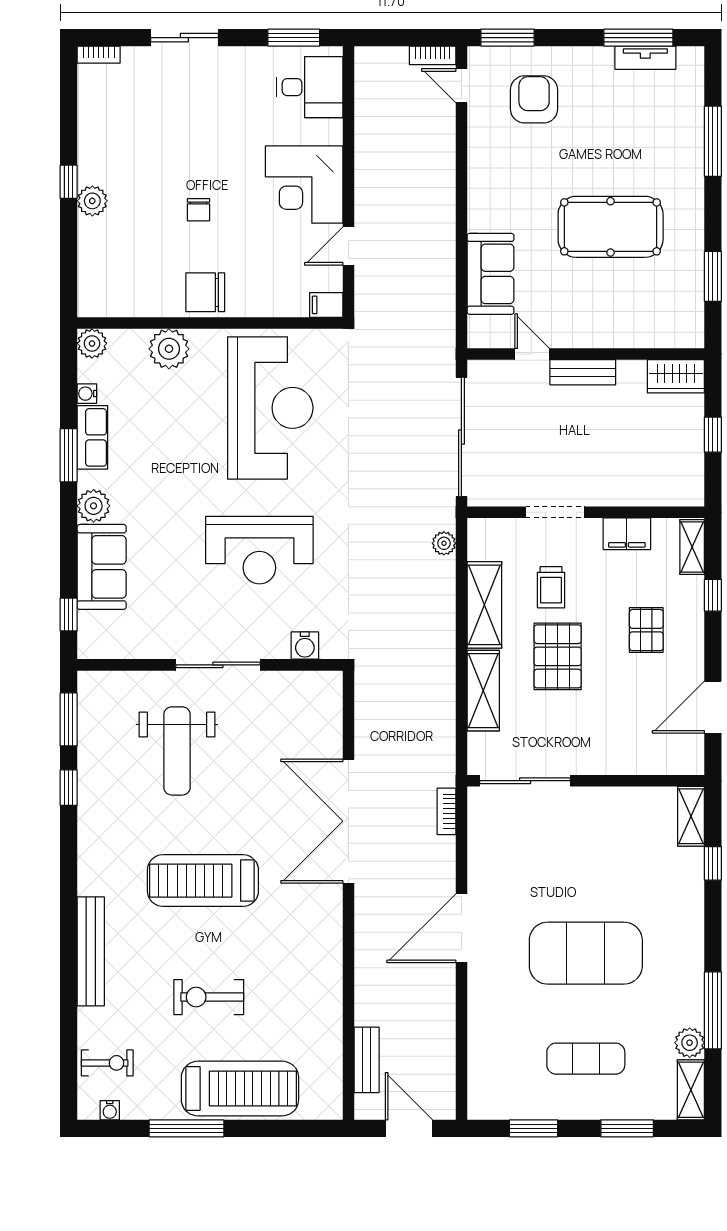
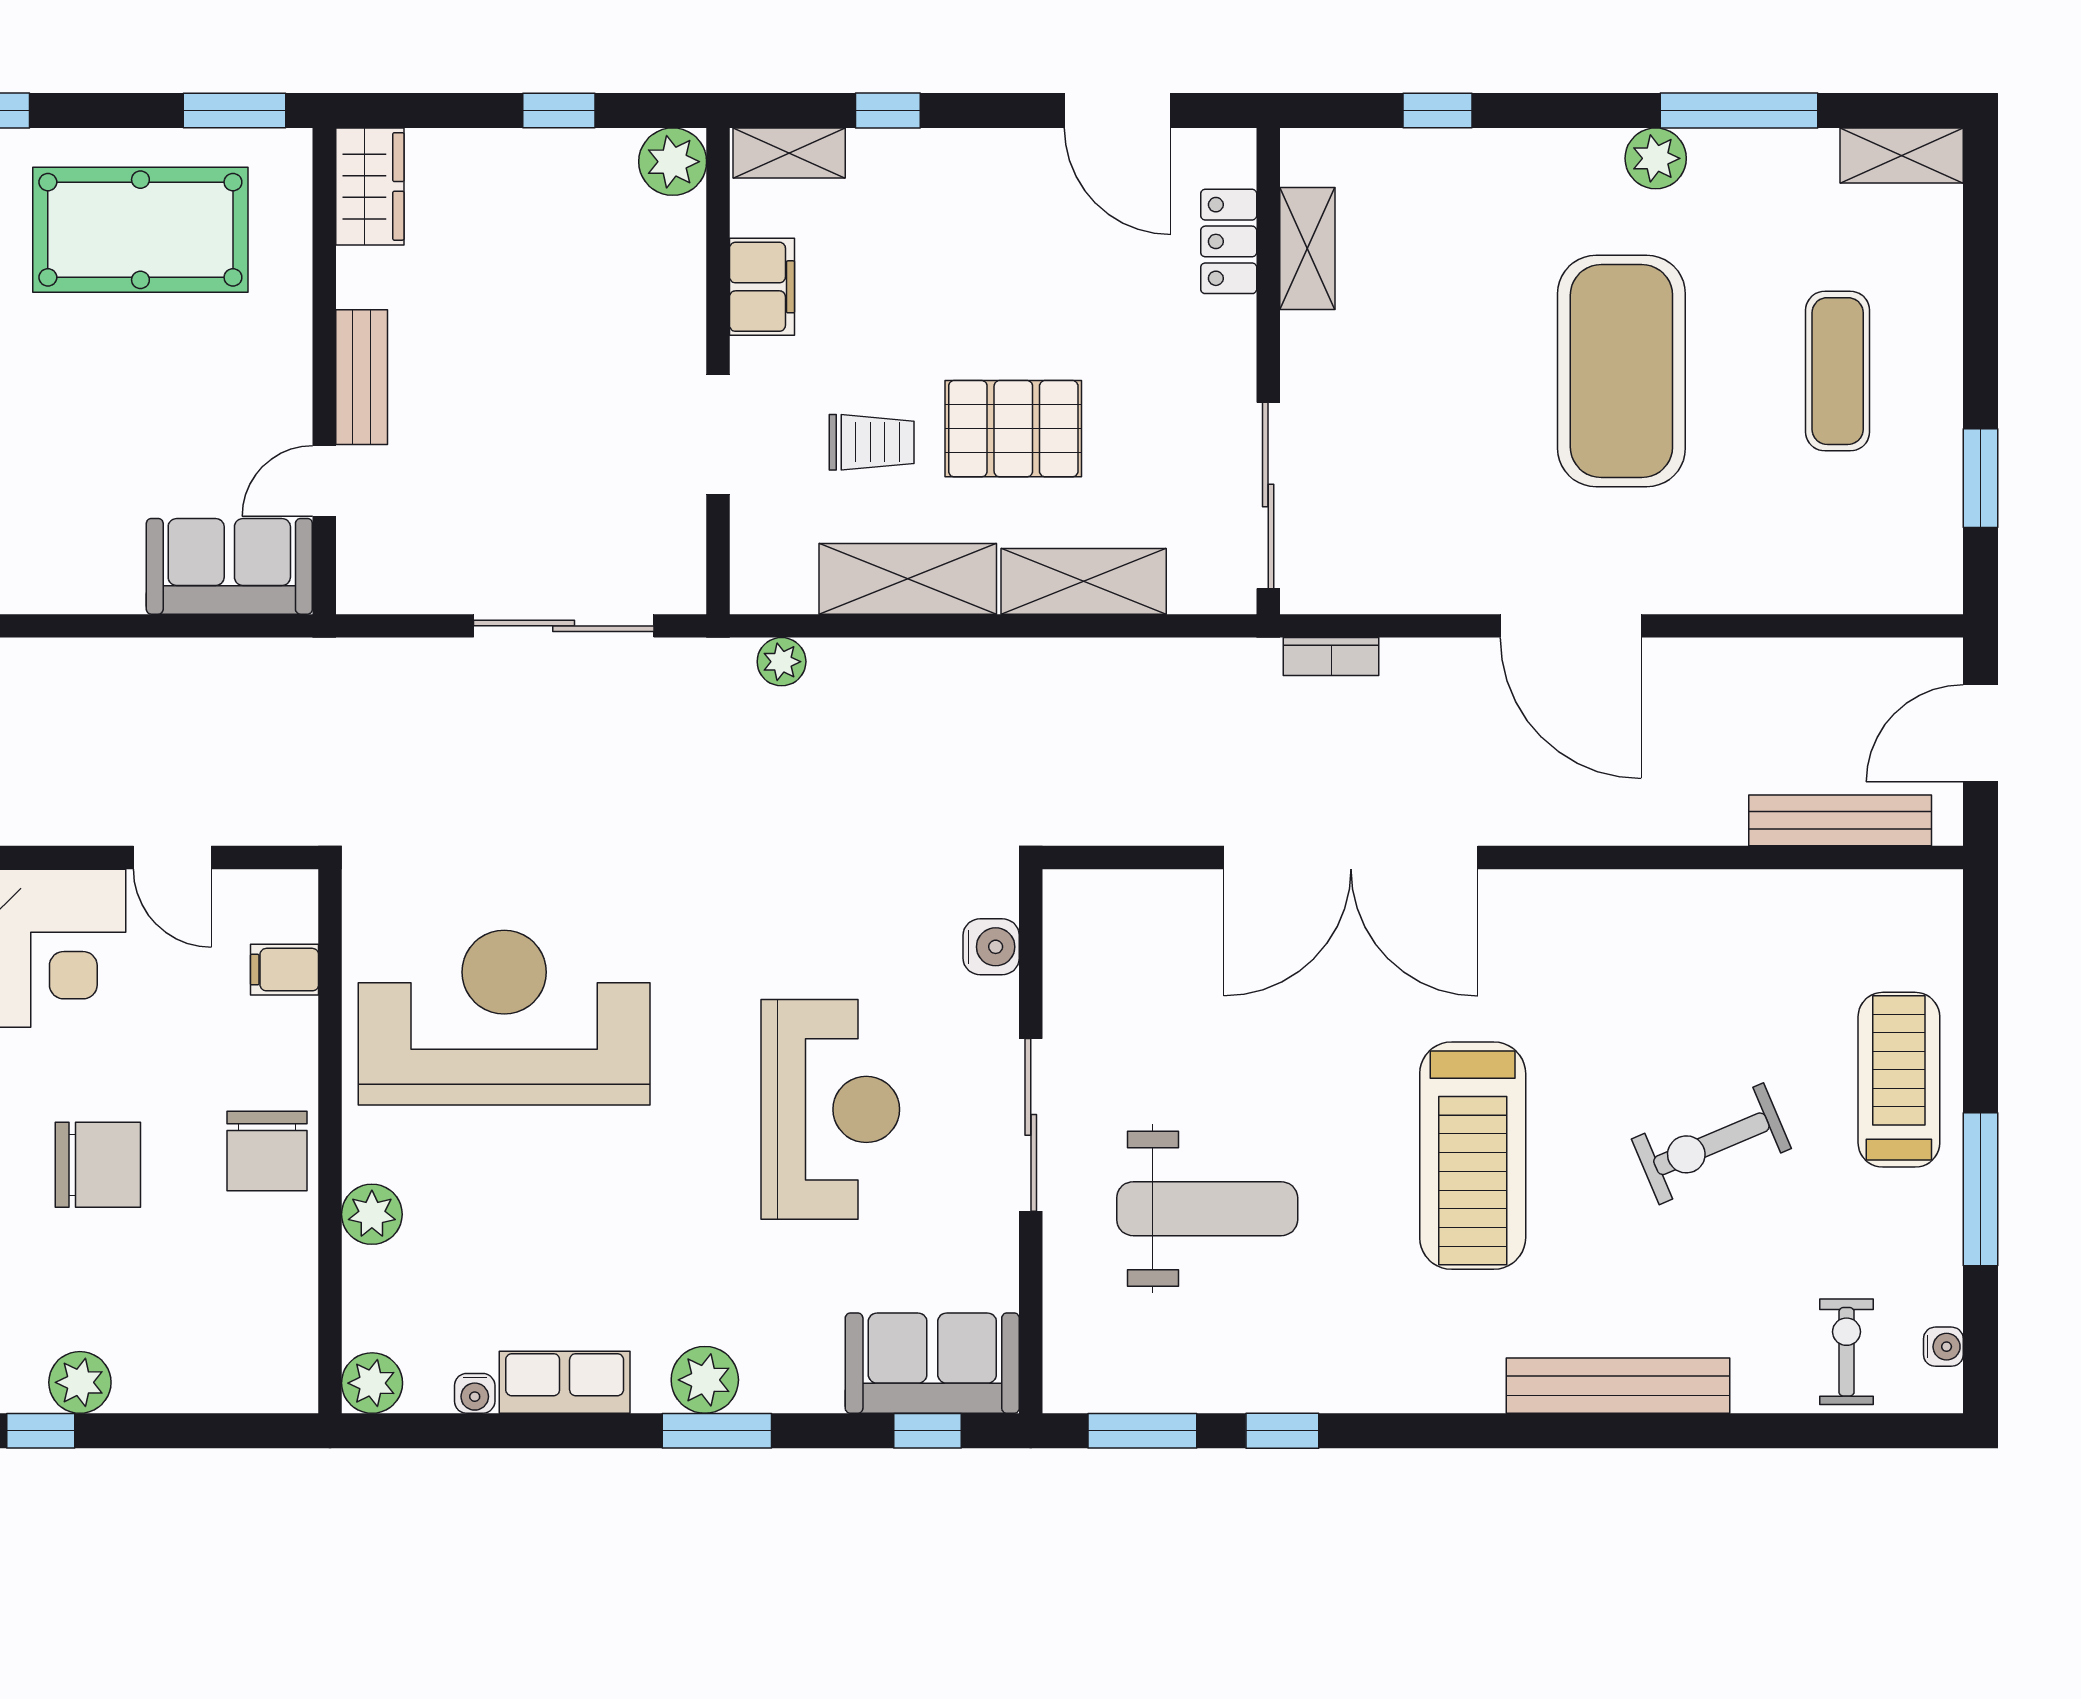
chair: (199, 210) -> (98, 1165), width x1.87, depth x1.87
pool table: (611, 227) -> (140, 230), moved, turned 90
filing cabinet: (326, 305) -> (285, 970), moved, turned 90
plant: (169, 349) -> (372, 1214), width x0.73, depth x0.73
door: (532, 354) -> (324, 481), moved
wall: (586, 354) -> (324, 371), moved
bench: (583, 372) -> (362, 377), moved
wardrobe: (676, 376) -> (370, 186), moved
sliding door: (461, 437) -> (564, 626), width x0.73
window: (69, 455) -> (717, 1431), moved
plant: (688, 490) -> (673, 162), added
reception desk: (259, 550) -> (830, 1109), moved
sofa: (102, 567) -> (932, 1363), moved
pallet: (646, 630) -> (959, 247), removed
locker: (649, 761) -> (1229, 241), added
shelving: (691, 816) -> (1307, 248), moved, turned 90
exercise bike: (209, 997) -> (1711, 1144), turned 67
plant: (690, 1043) -> (1656, 158), moved
bench: (367, 1060) -> (1840, 820), width x1.36
treadmill: (240, 1089) -> (1899, 1080), width x0.73, depth x0.73
window: (627, 1128) -> (1980, 286), removed

